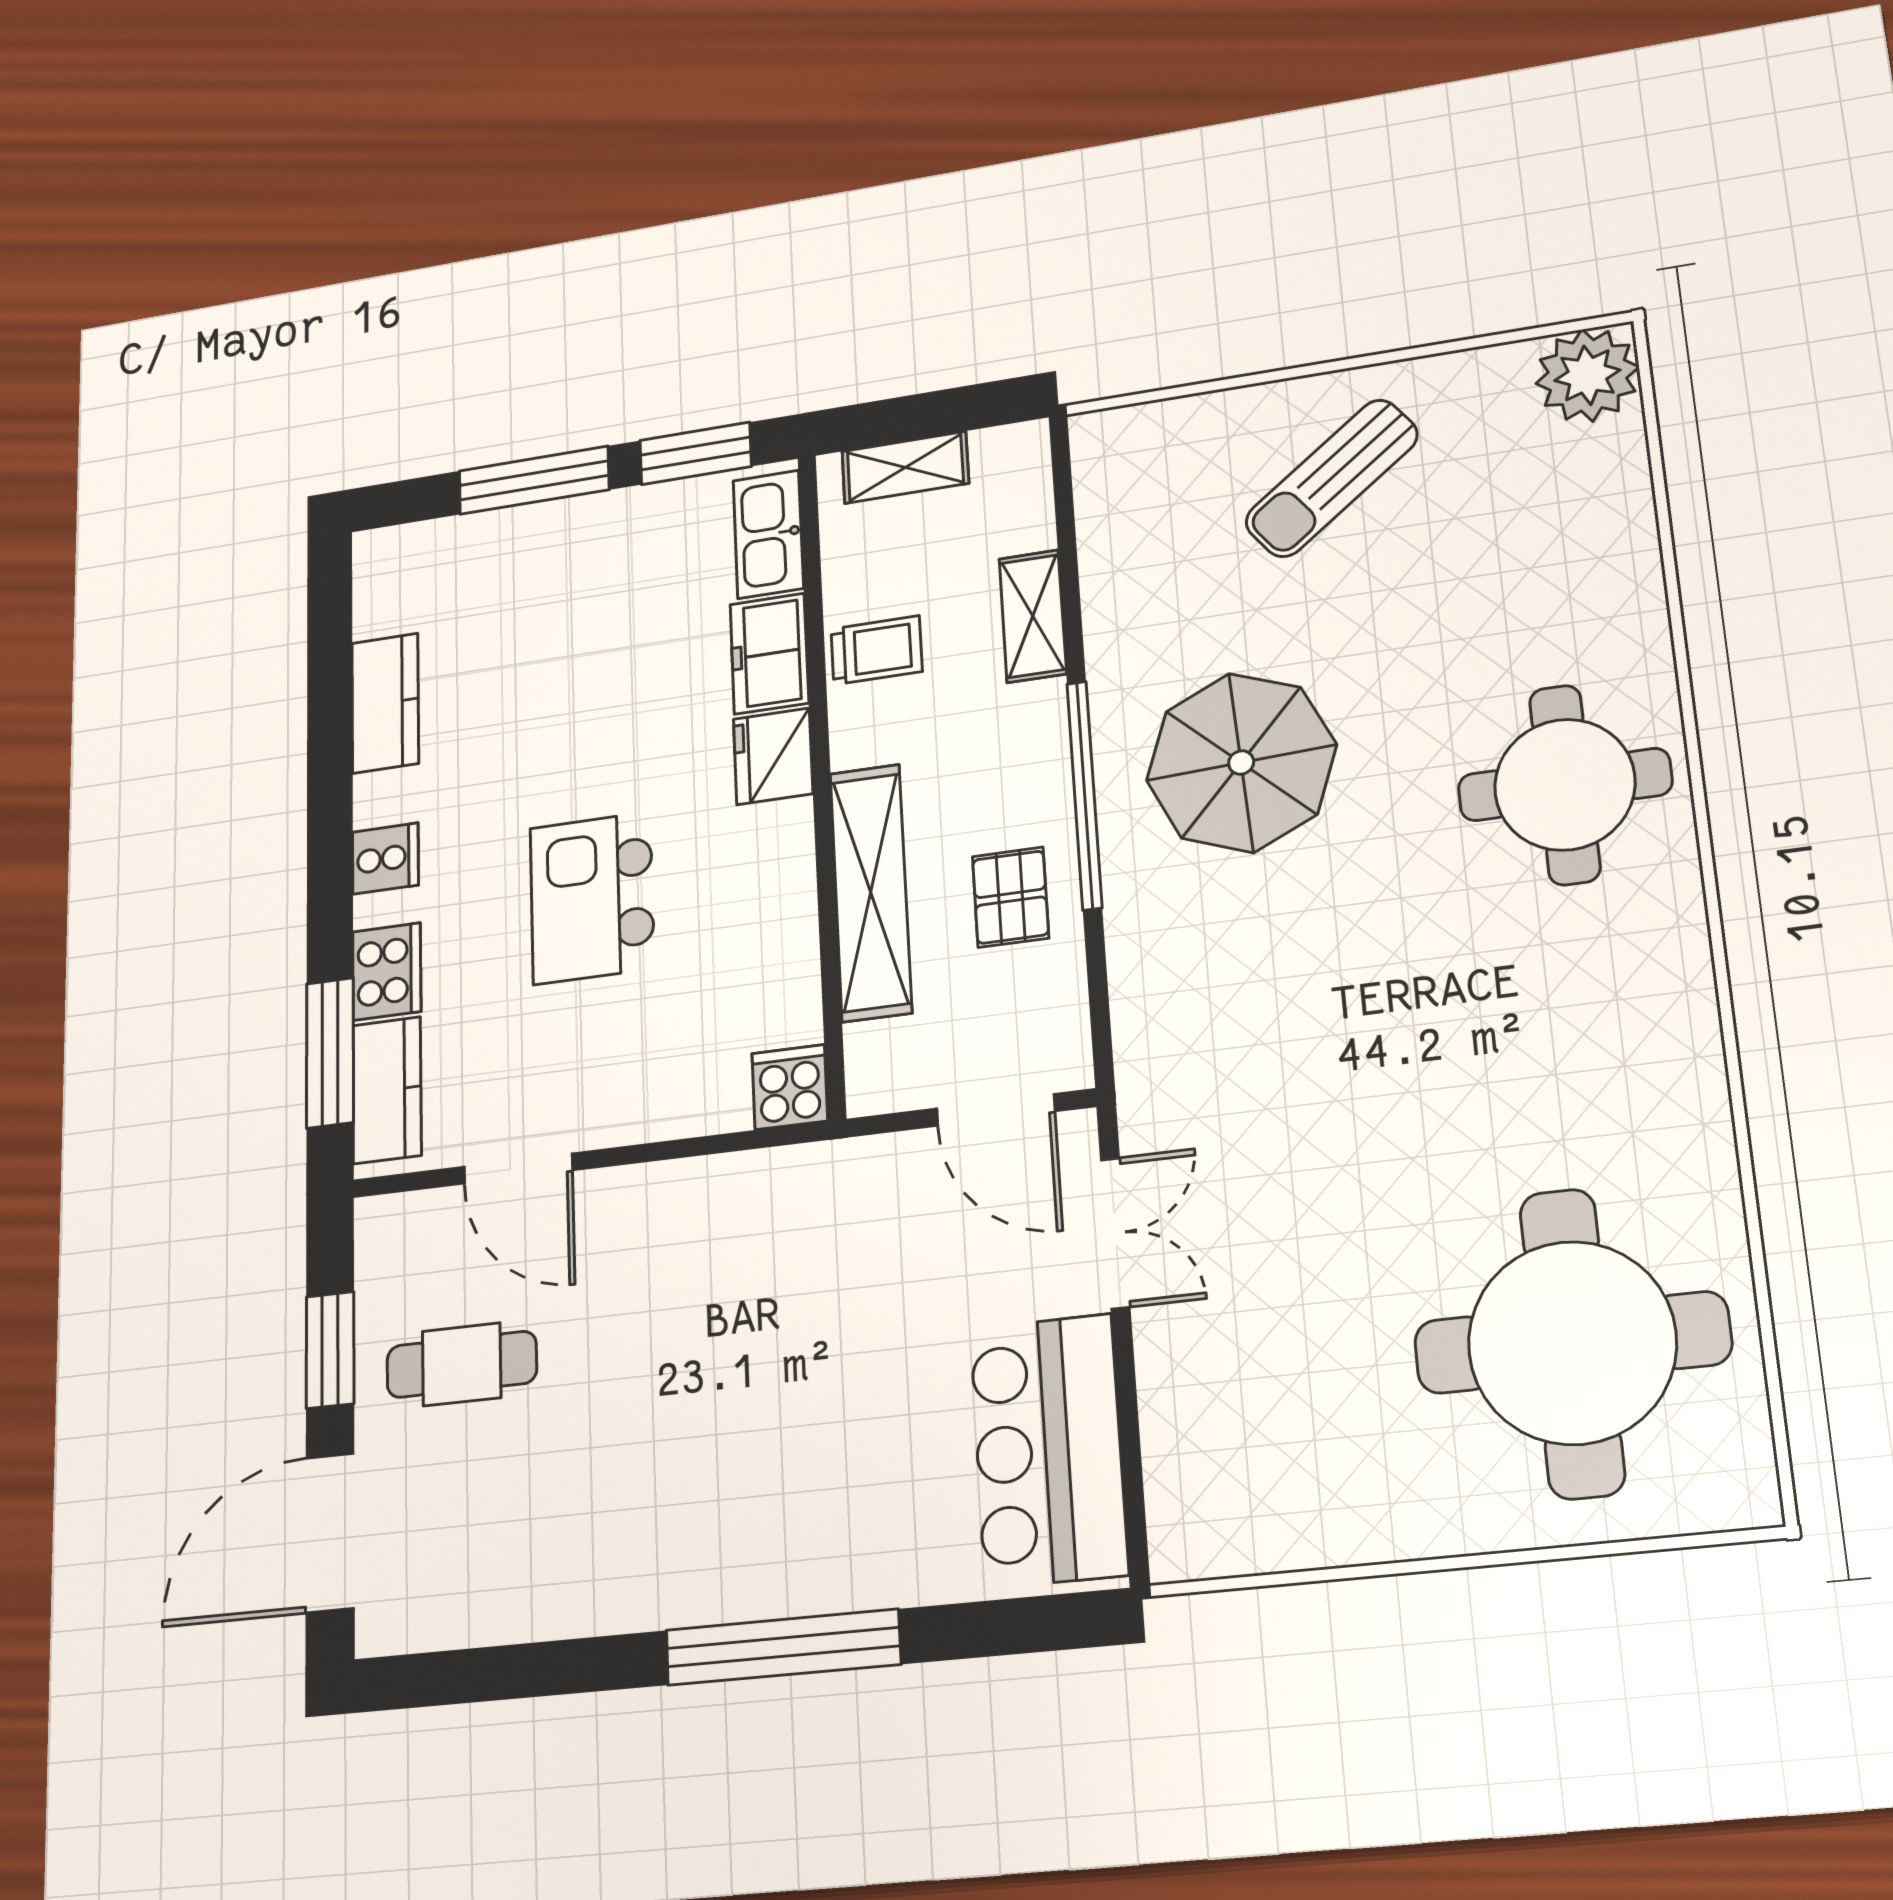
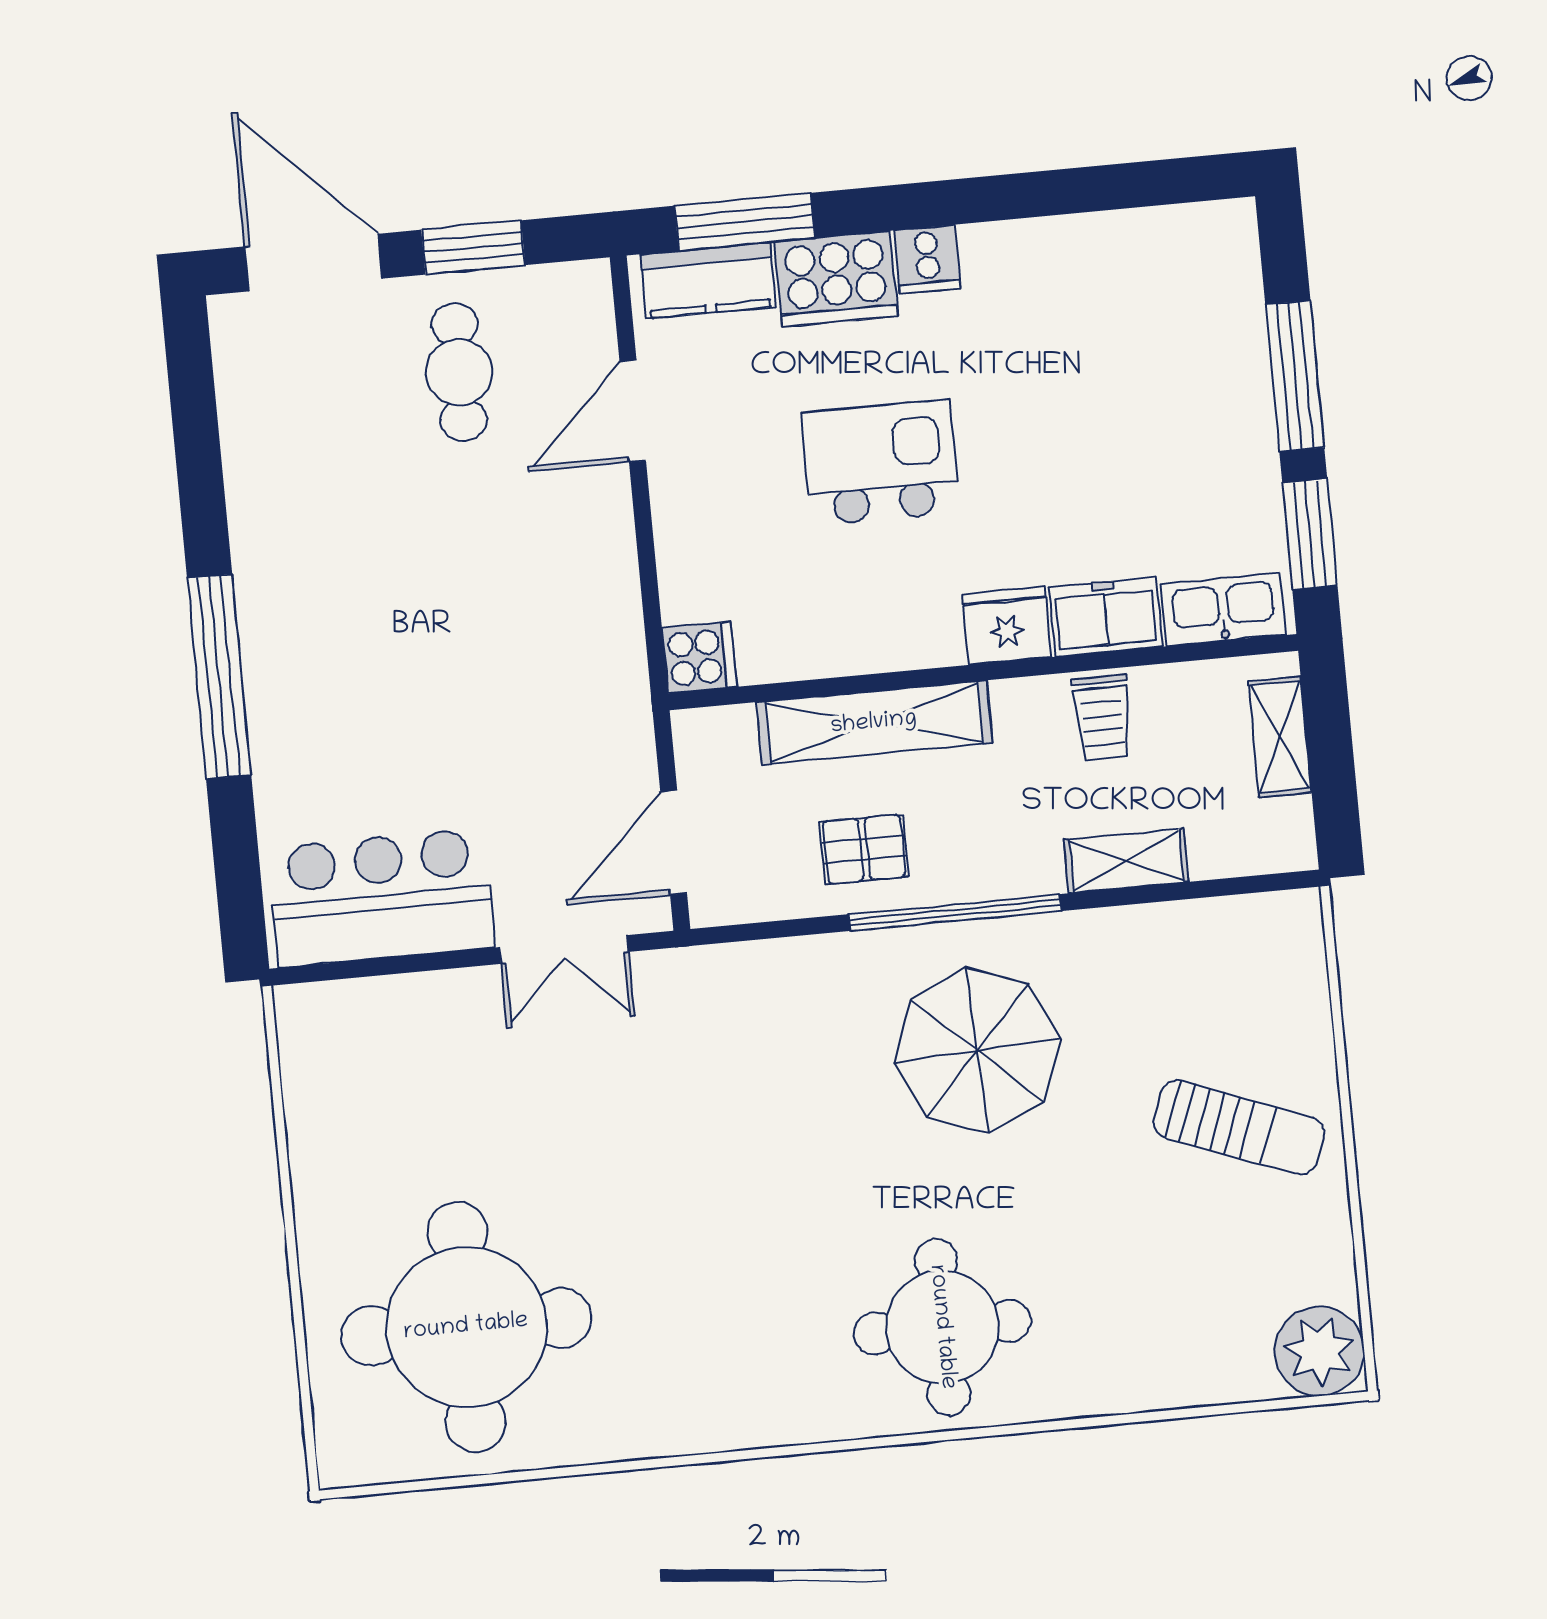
sun lounger: (1332, 478) -> (1239, 1127), turned 148
kitchen counter: (385, 703) -> (1080, 245), removed
cooker: (387, 972) -> (836, 279), width x1.37, depth x1.31

